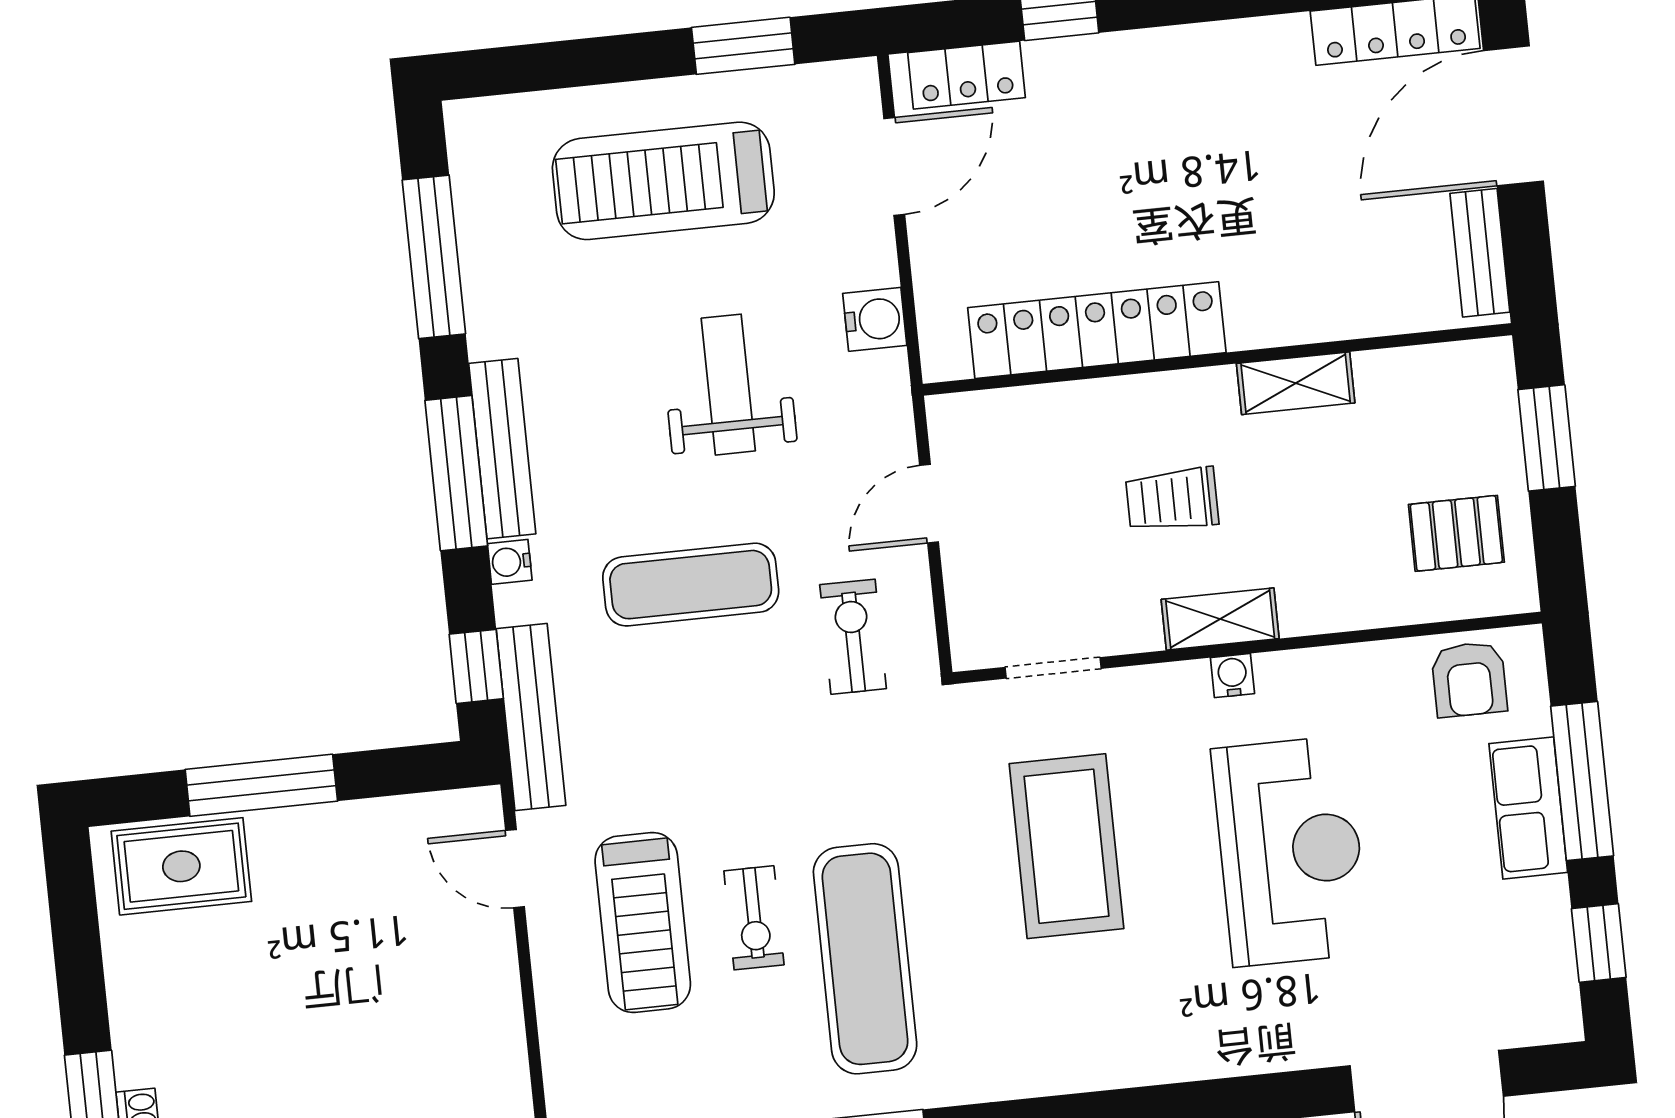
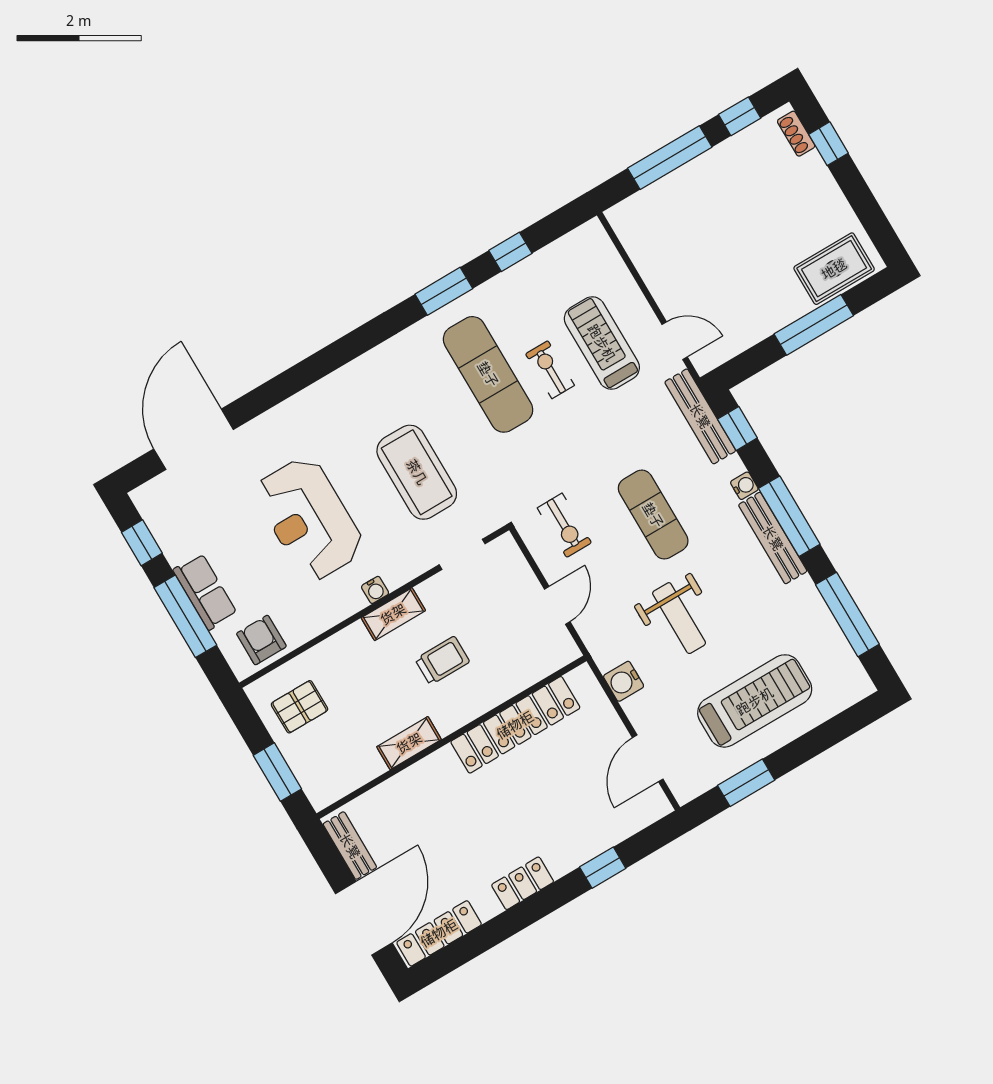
locker: (966, 75) -> (523, 883), moved
exercise mat: (691, 585) -> (653, 515), turned 90

